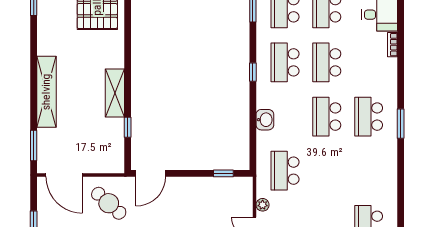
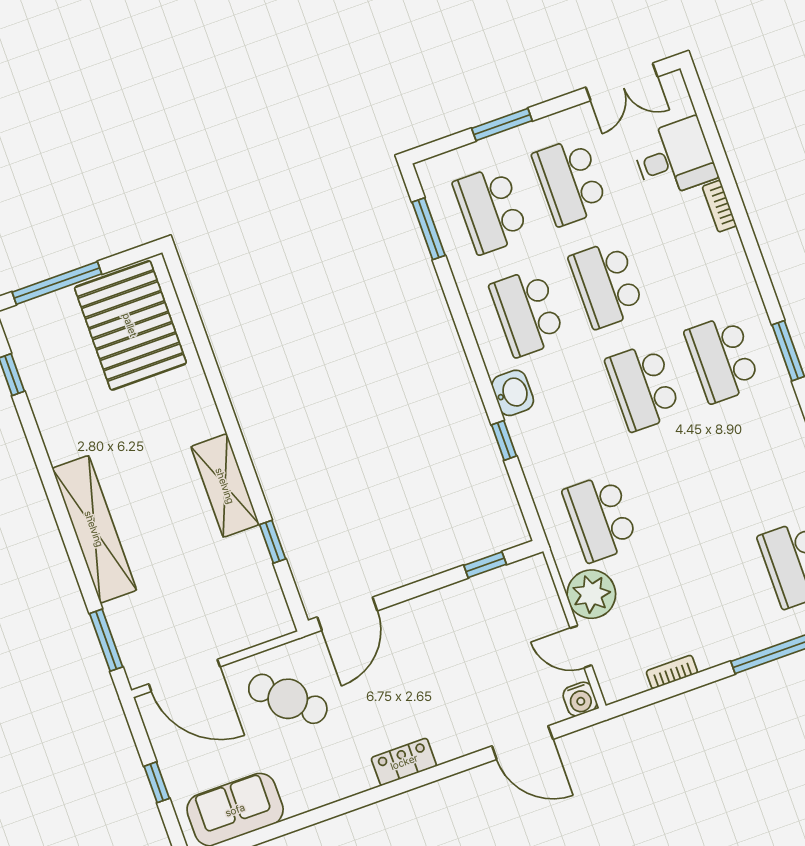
window: (253, 72) -> (504, 440), moved
washbasin: (265, 120) -> (513, 393), moved
plant: (263, 205) -> (591, 594), width x1.88, depth x1.88

